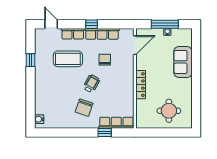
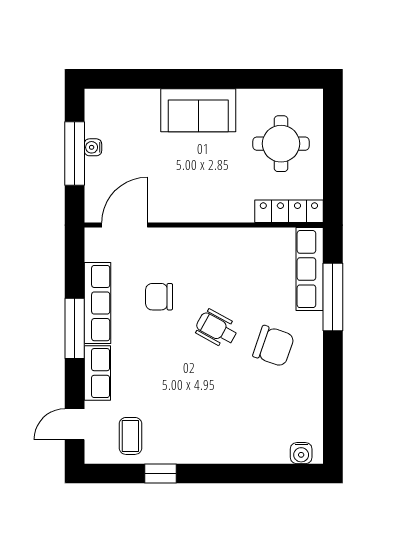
window: (91, 24) -> (75, 328), width x2.17
door: (135, 45) -> (125, 225), hinge flipped
coffee table: (68, 59) -> (130, 436), moved, width x0.54, depth x0.58
sofa: (183, 62) -> (198, 110), moved
locker: (141, 85) -> (289, 211), moved
window: (105, 132) -> (333, 297), width x2.17

